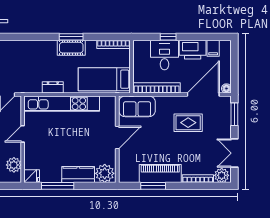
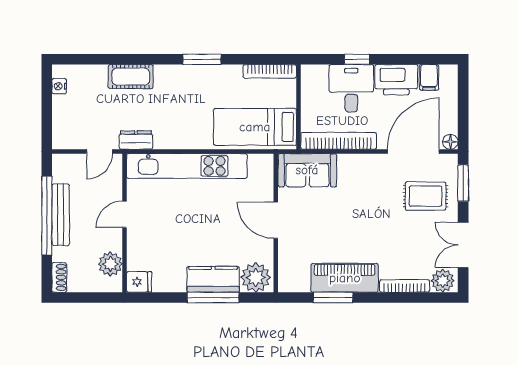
cot: (71, 48) -> (131, 77), moved
dresser: (53, 87) -> (136, 140), moved
rug: (188, 123) -> (426, 196), moved
door: (117, 138) -> (276, 220), swing flipped
window: (58, 186) -> (213, 297), moved

